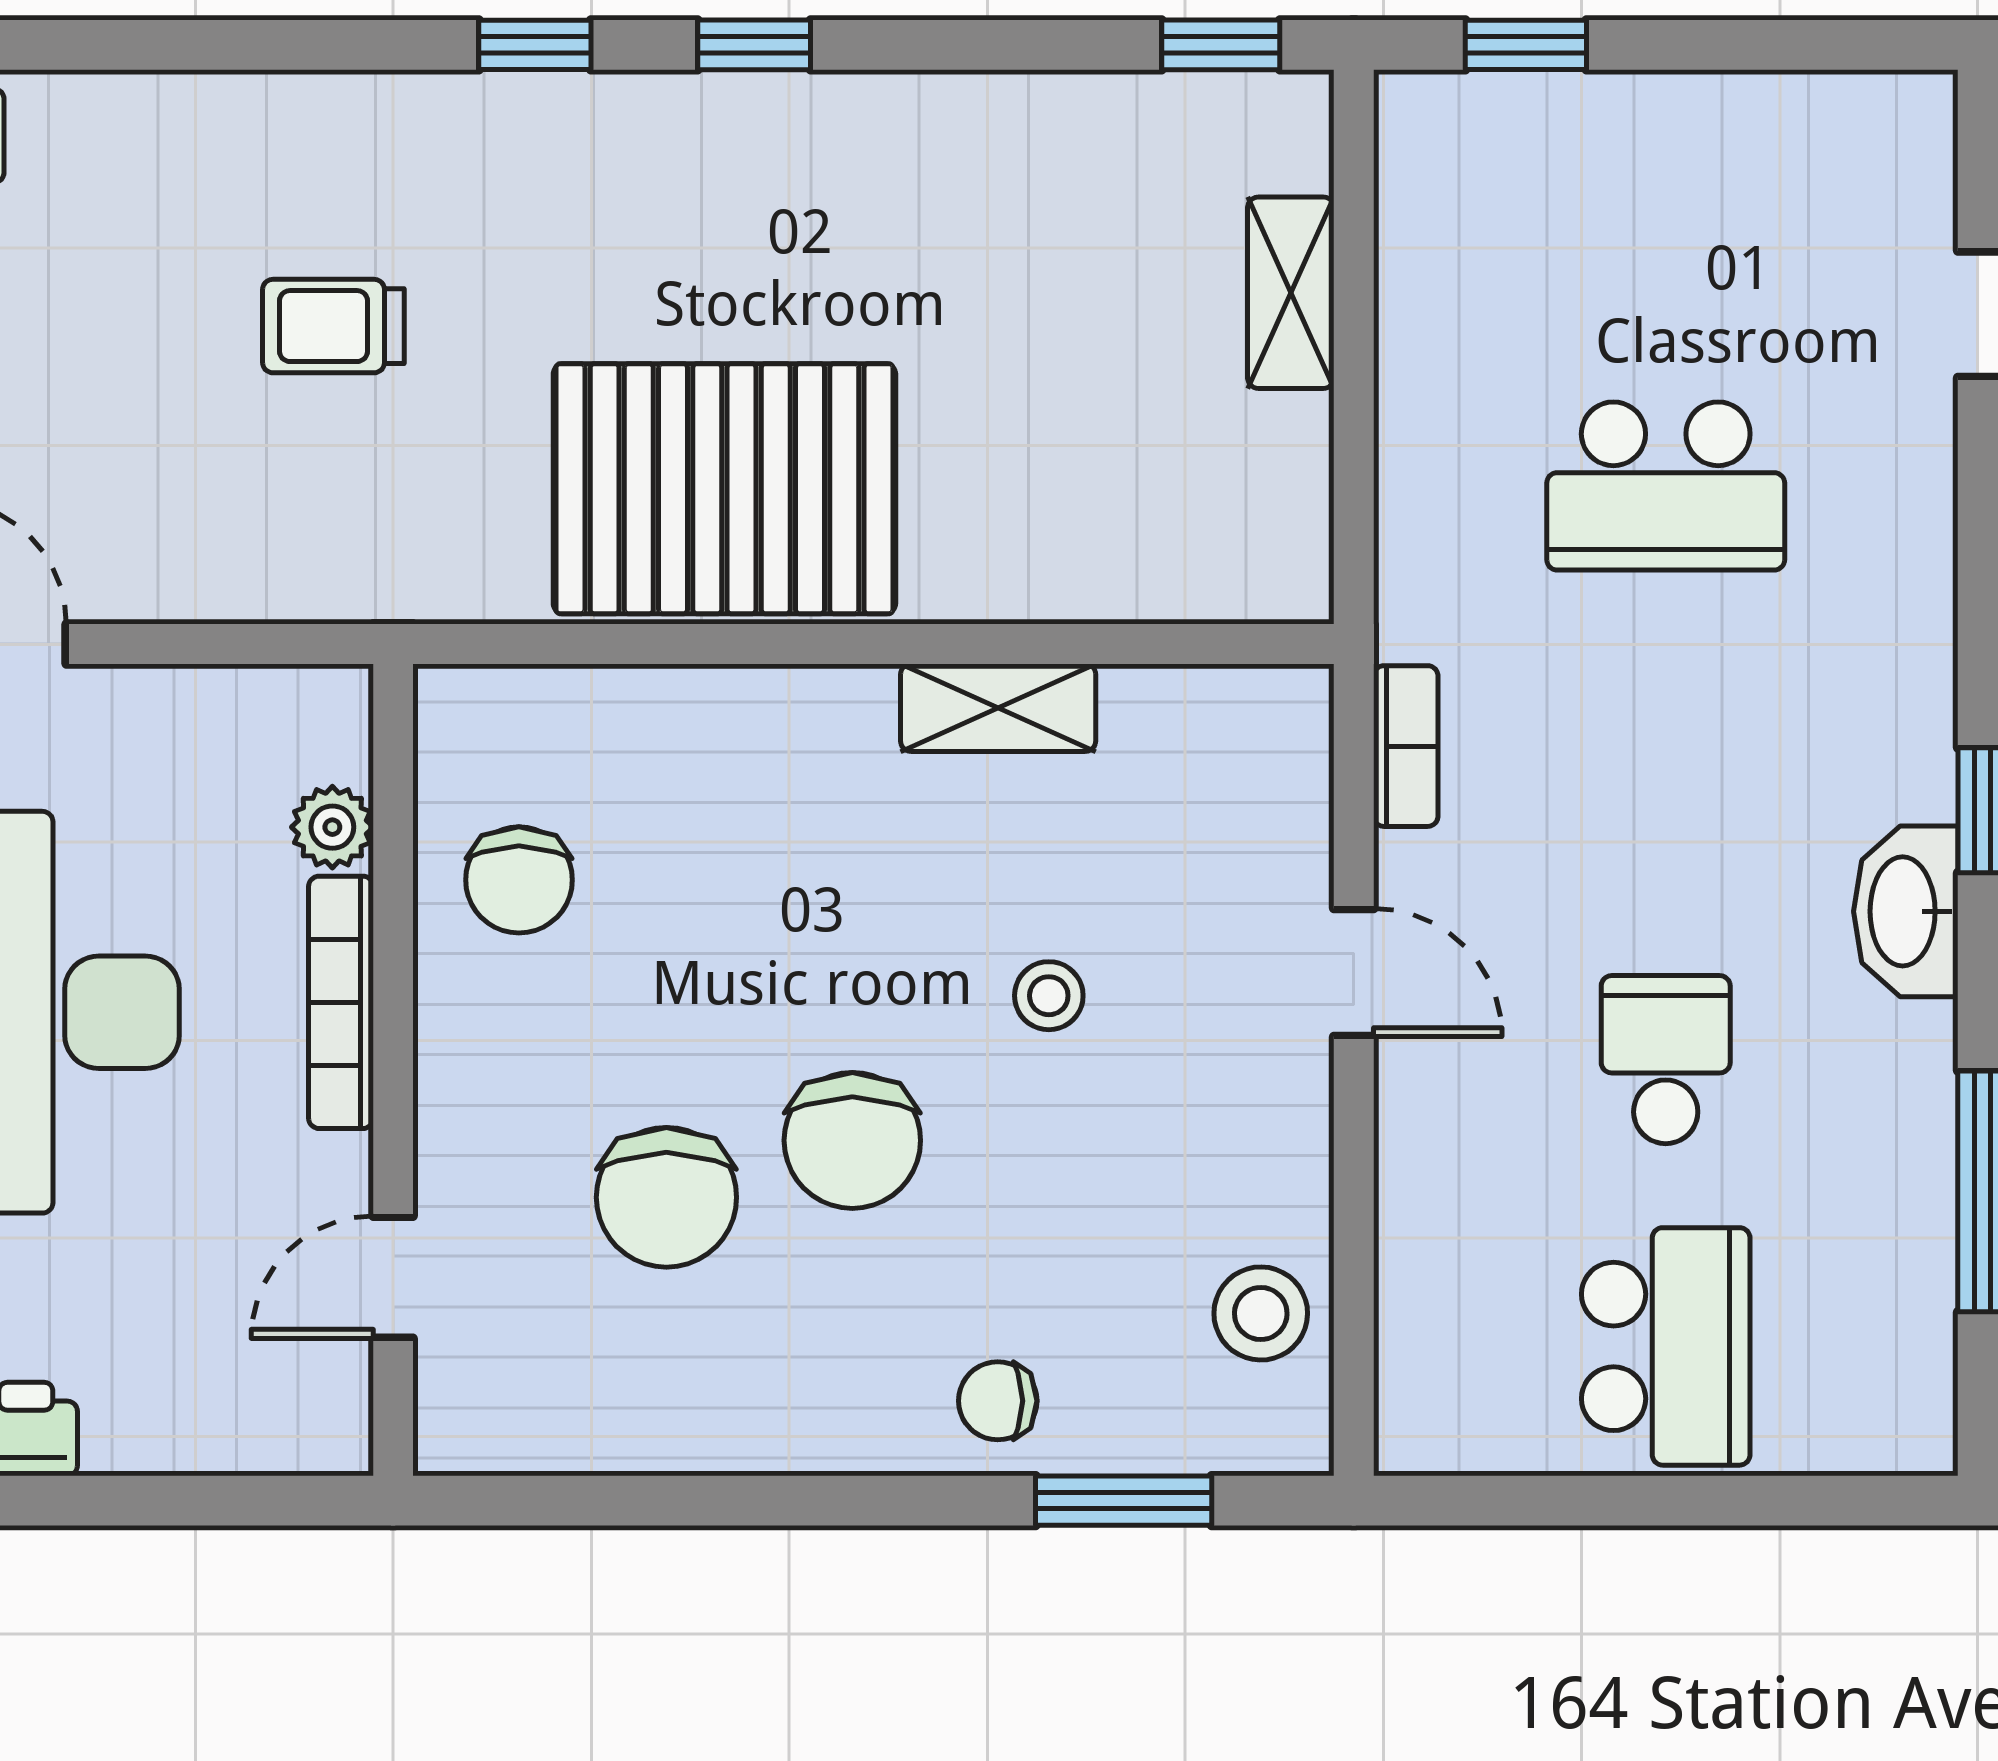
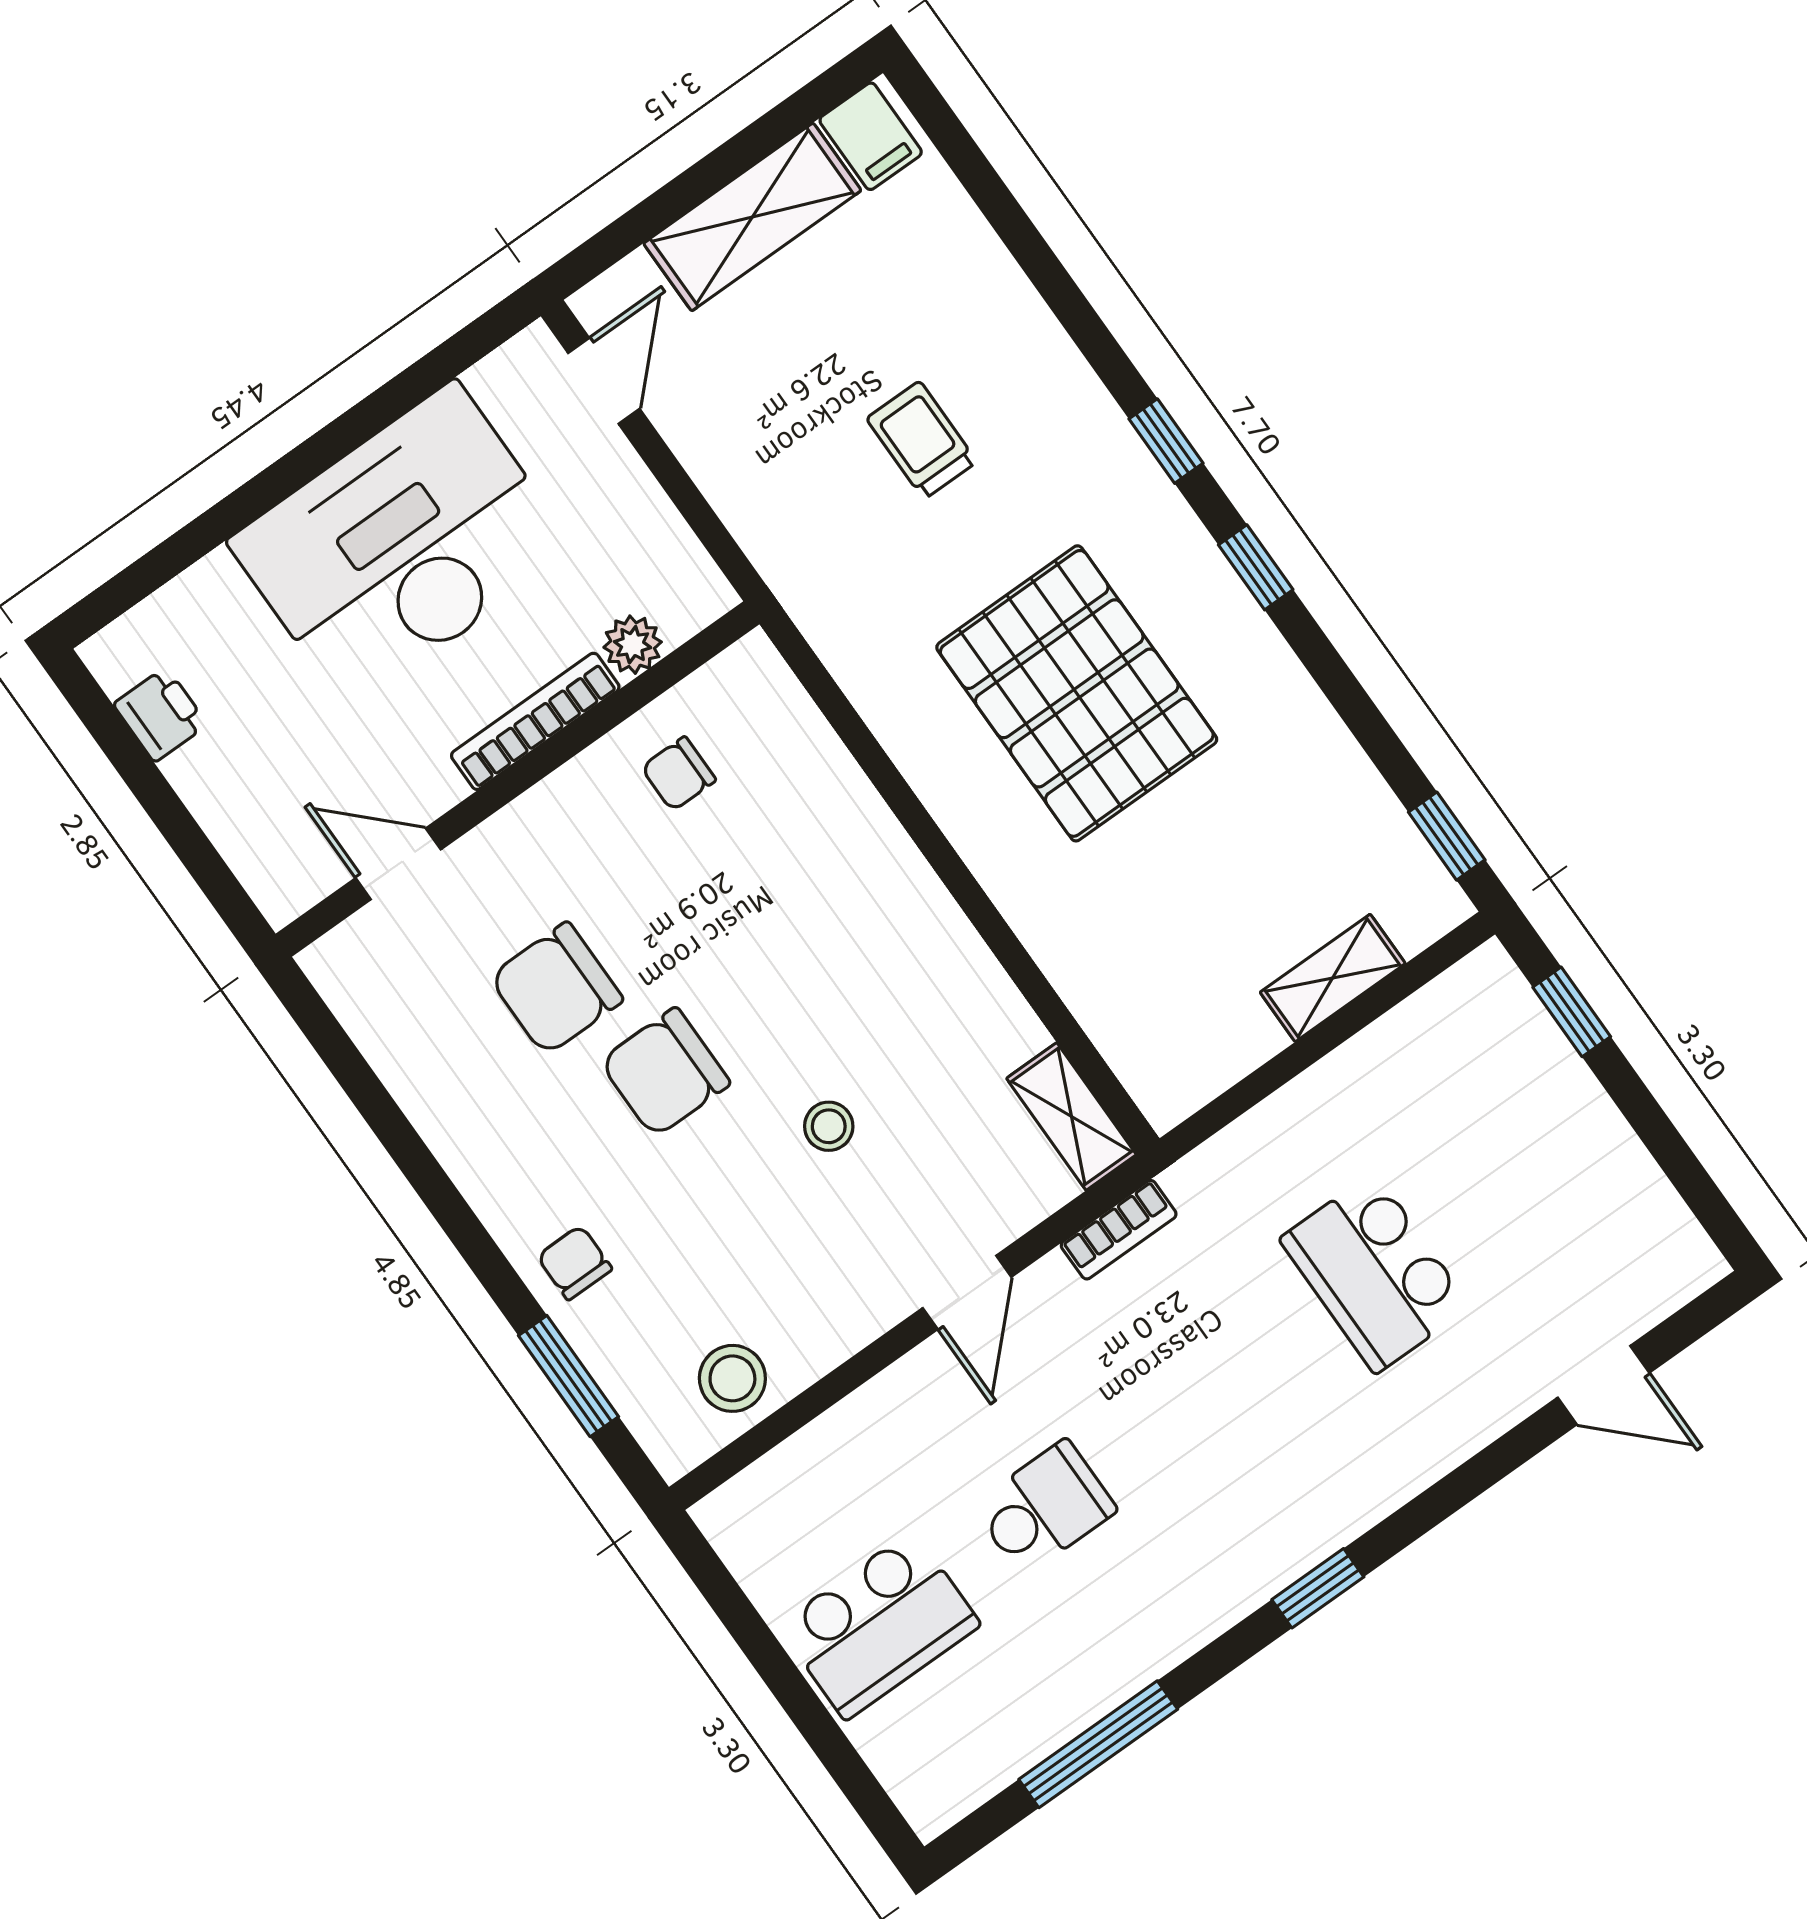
pallet: (724, 489) -> (1077, 693), moved
shelving: (998, 708) -> (1071, 1117), moved
chair: (519, 880) -> (679, 774), width x0.73, depth x0.73
washbasin: (1906, 911) -> (1228, 1585), removed

